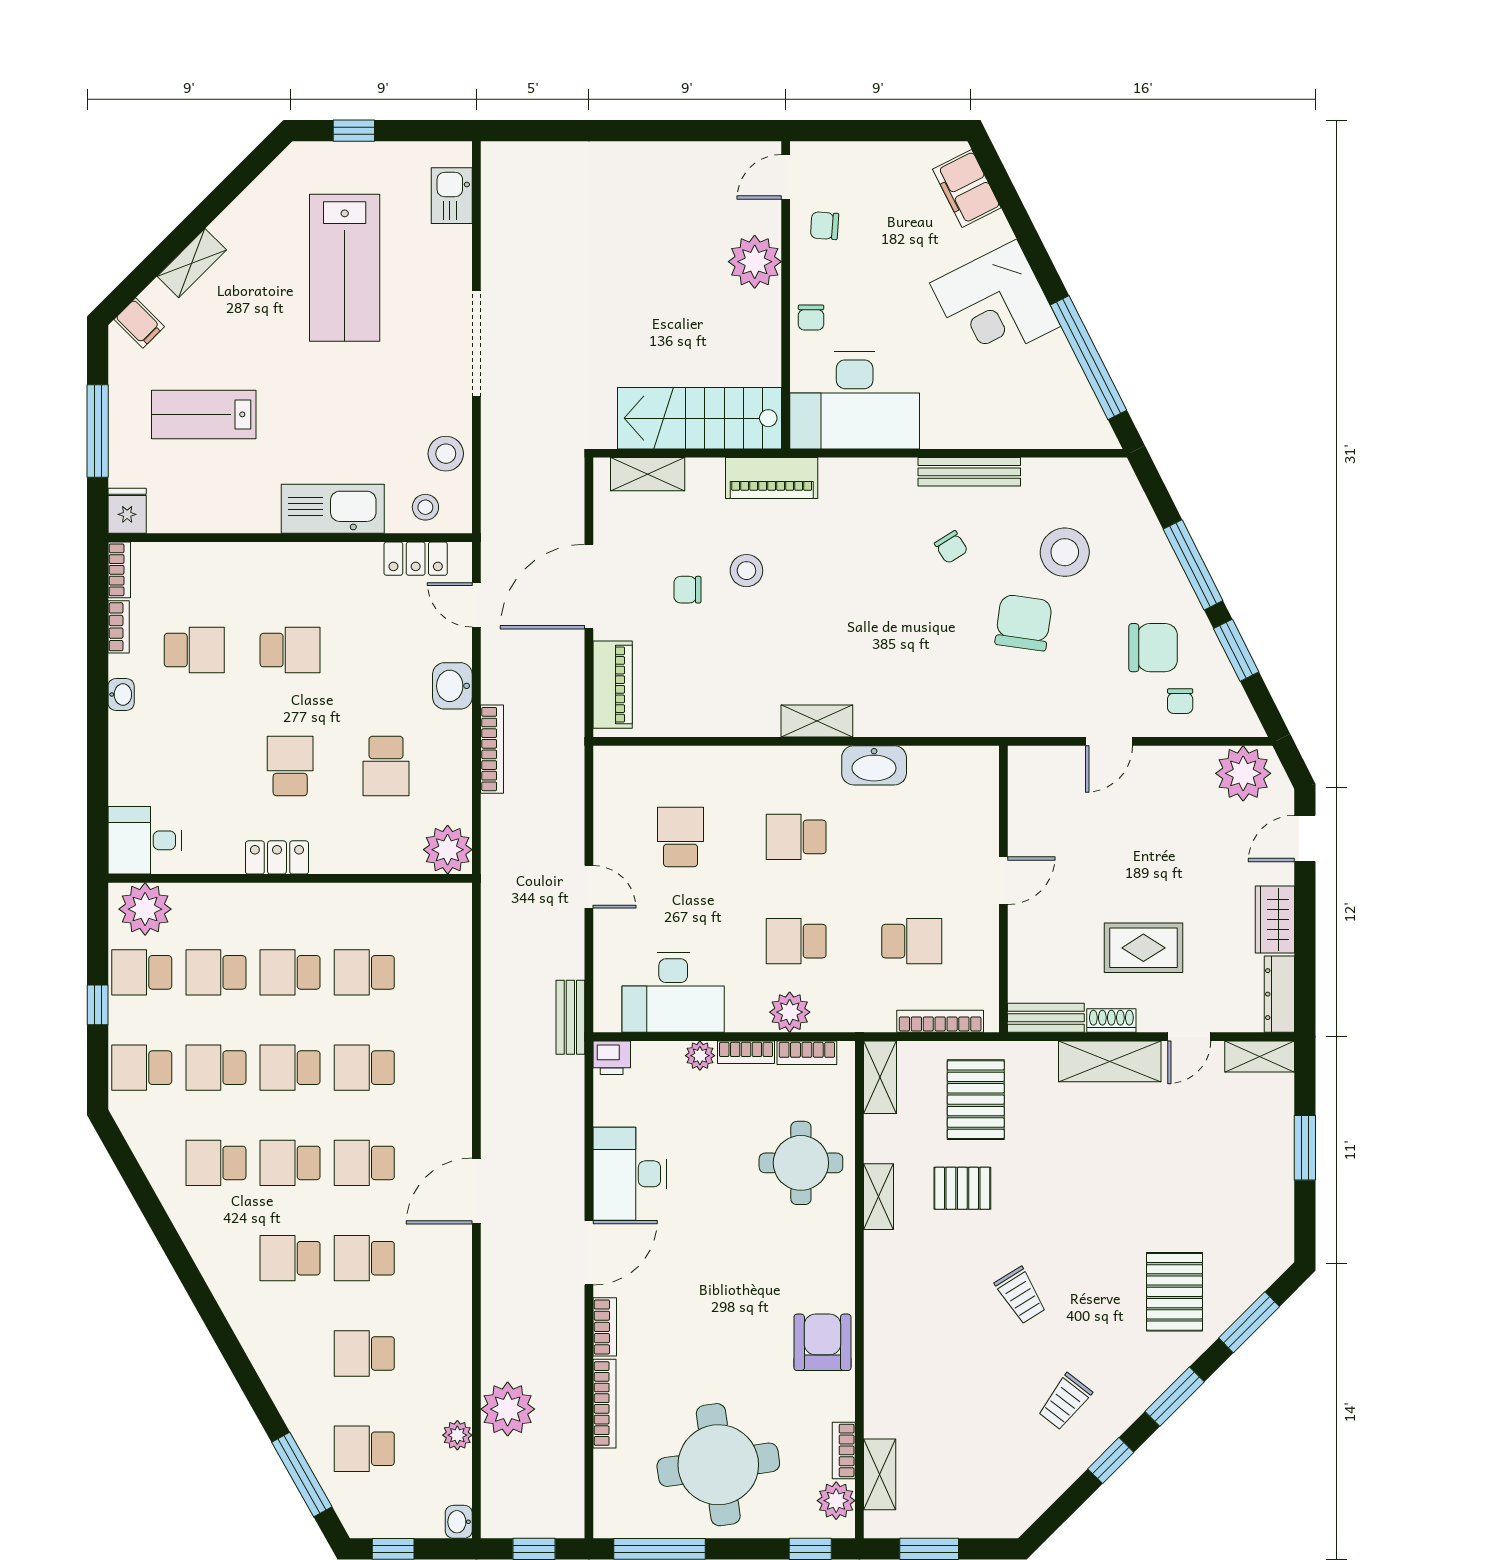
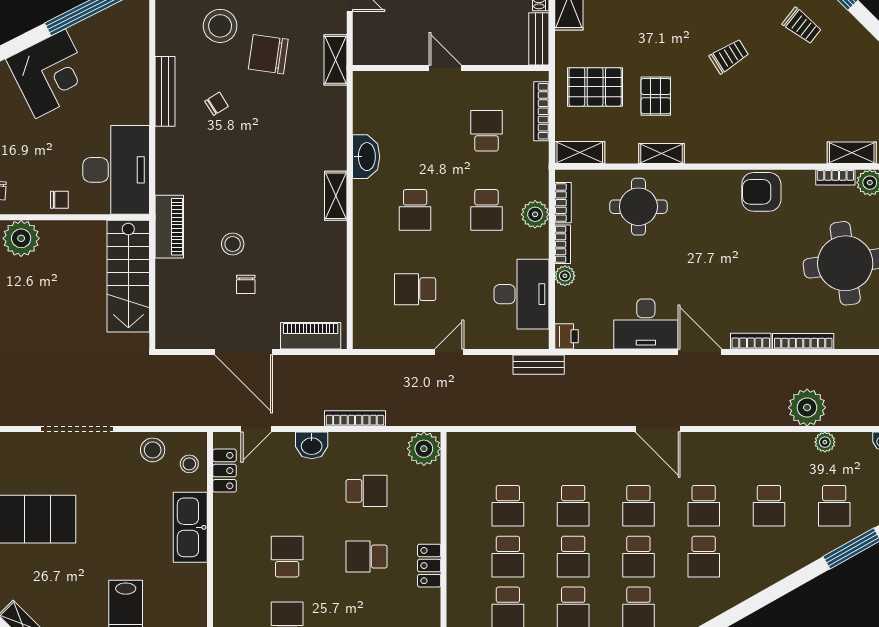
shelving: (648, 474) -> (335, 60), moved

